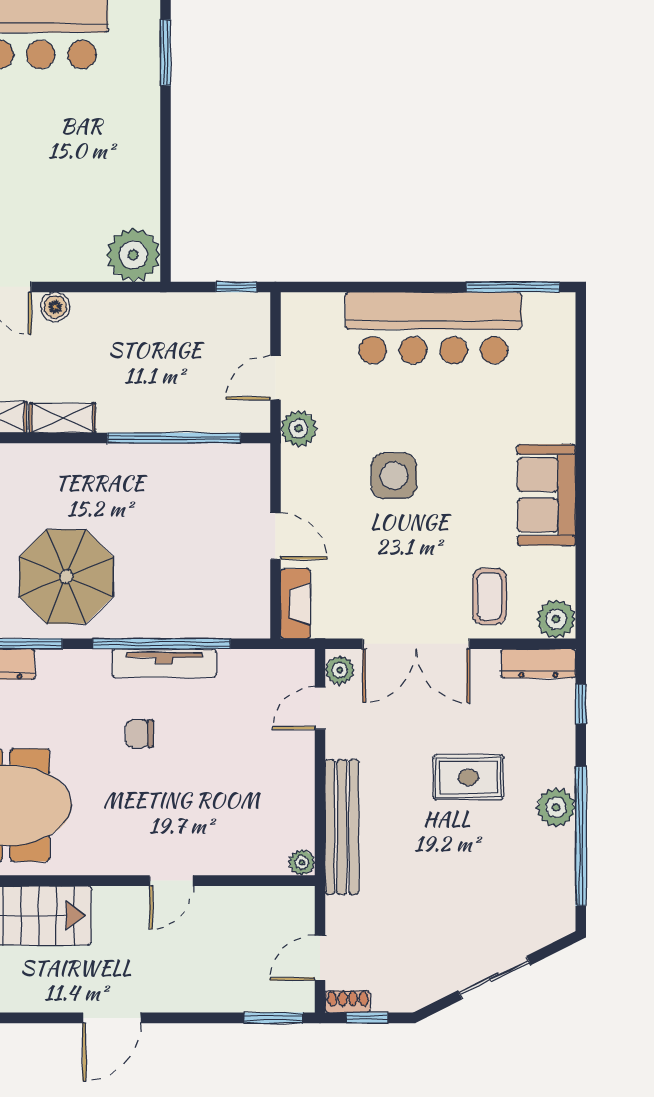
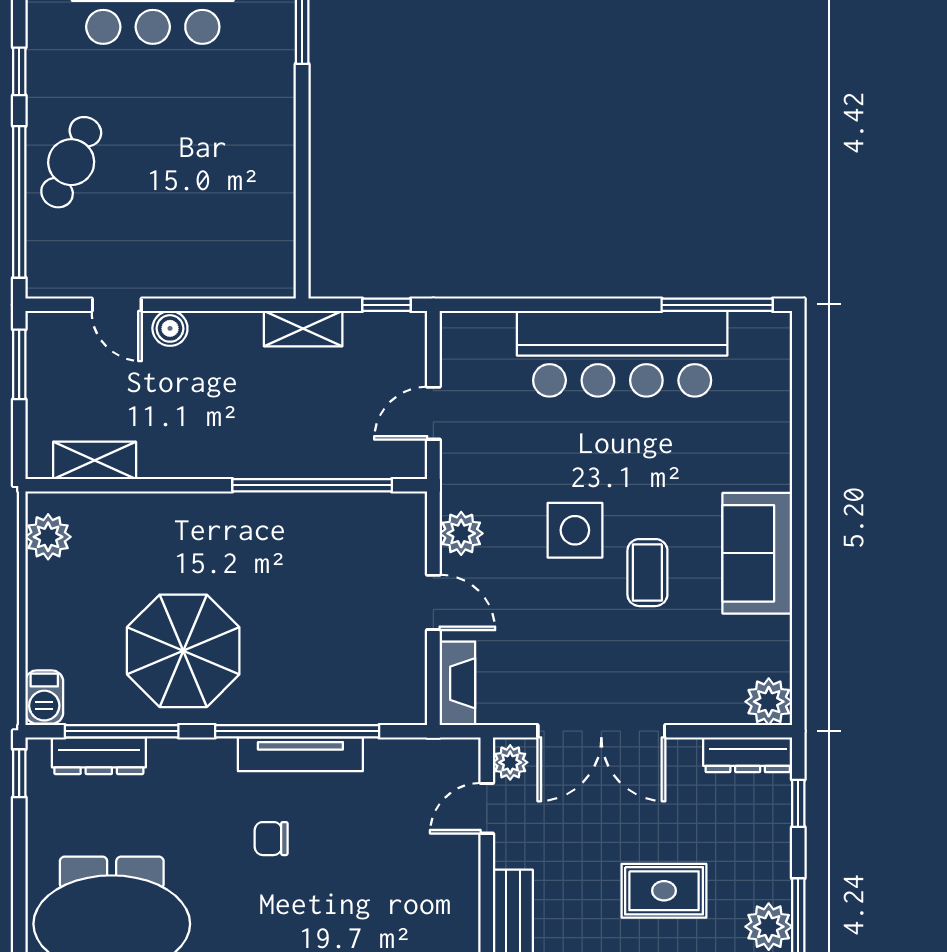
plant: (133, 255) -> (264, 266), removed
shelving: (62, 418) -> (303, 329), moved
plant: (299, 429) -> (461, 533), moved
coffee table: (489, 596) -> (647, 573), moved

